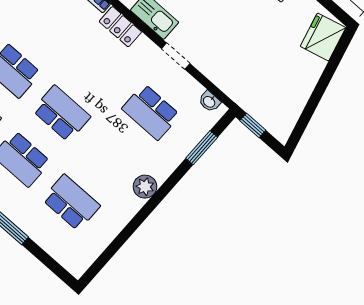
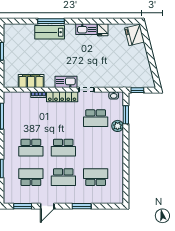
locker: (120, 27) -> (62, 97), width x1.53
school desk: (61, 113) -> (63, 148), turned 180
plant: (145, 187) -> (118, 126), moved

